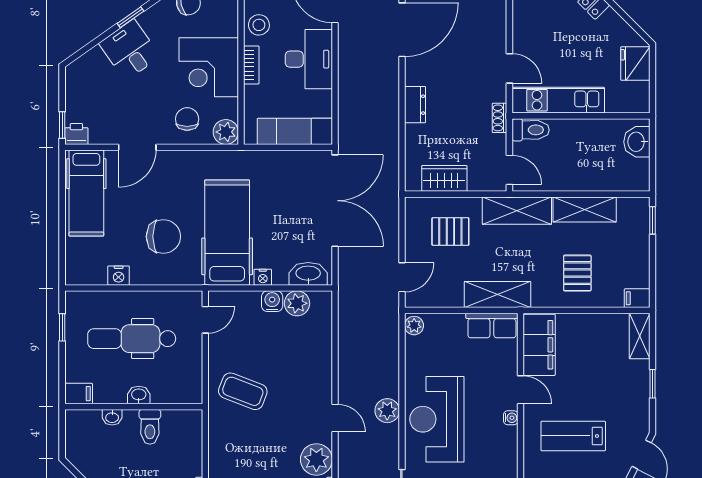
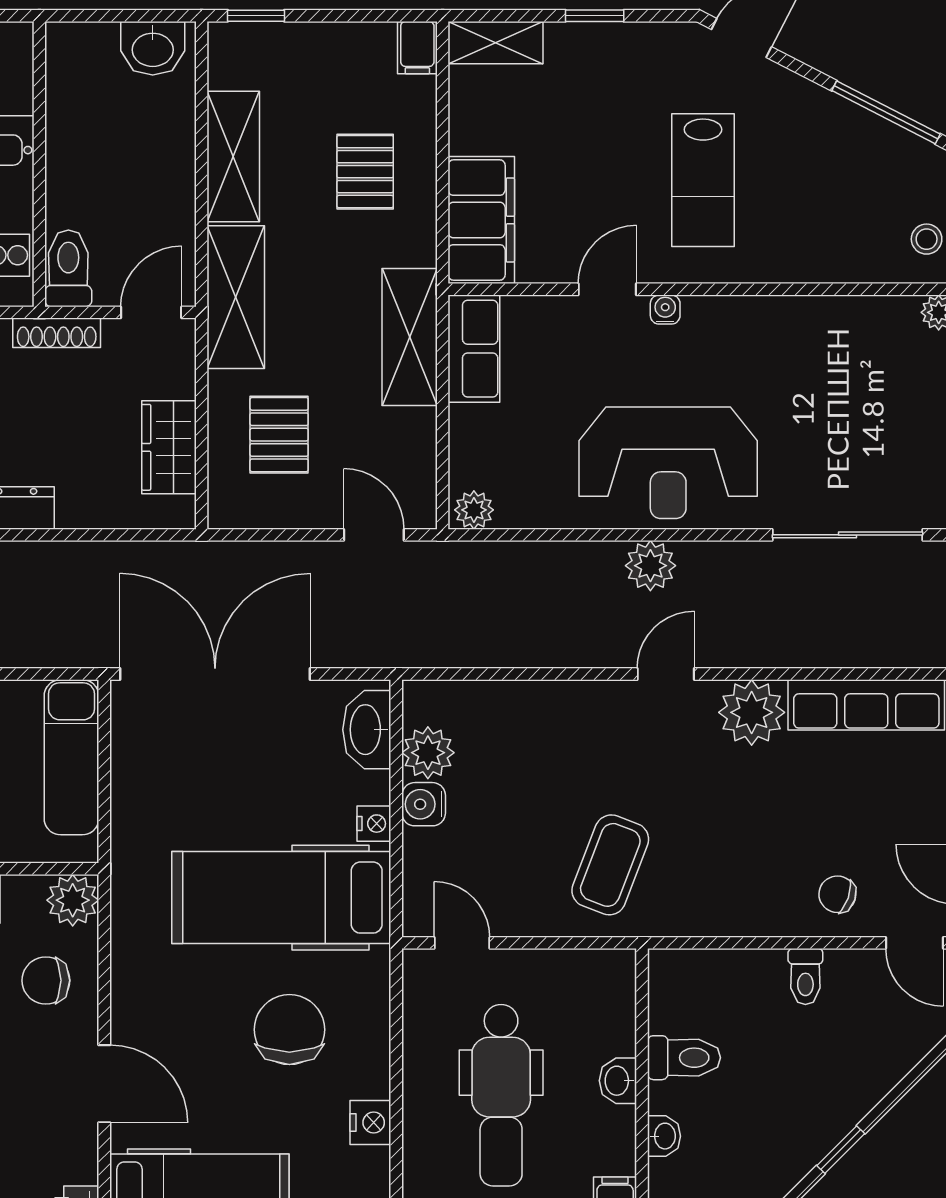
shoe rack: (500, 118) -> (57, 333), width x1.43
washbasin: (637, 142) -> (153, 48), moved
pallet: (577, 273) -> (365, 172), turned 90
filing cabinet: (539, 345) -> (481, 220), moved, turned 90

